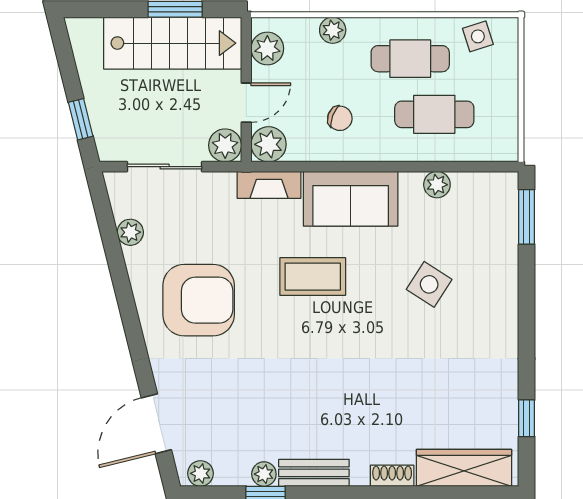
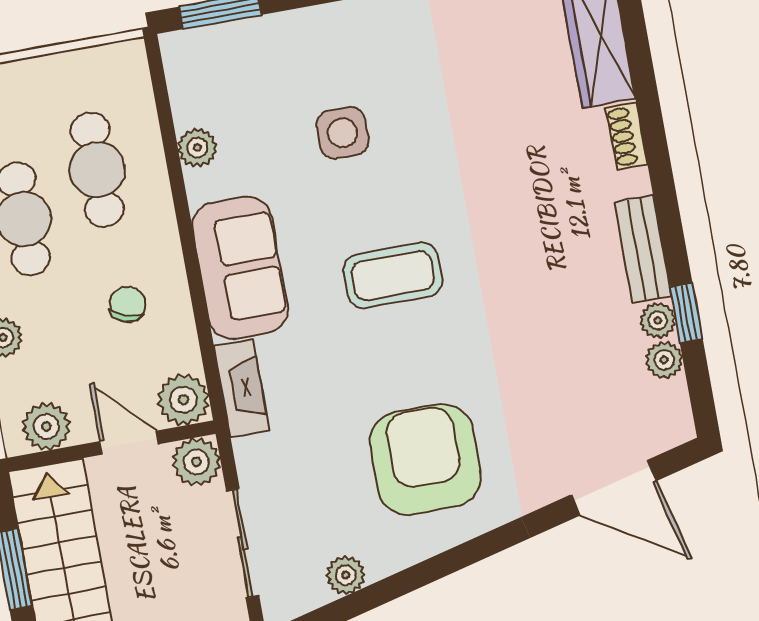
coffee table: (313, 277) -> (393, 275), moved, turned 90
side table: (429, 284) -> (343, 133), turned -33
plant: (200, 473) -> (664, 360), moved

